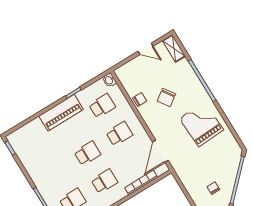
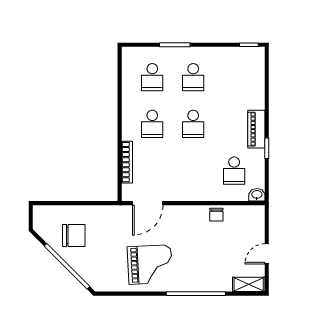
chair: (166, 97) -> (201, 245), removed
piano: (61, 113) -> (256, 129), width x0.73, depth x0.75
school desk: (119, 134) -> (193, 77), moved
door: (160, 151) -> (148, 203), swing flipped
chair: (213, 188) -> (74, 236), width x1.87, depth x1.87

